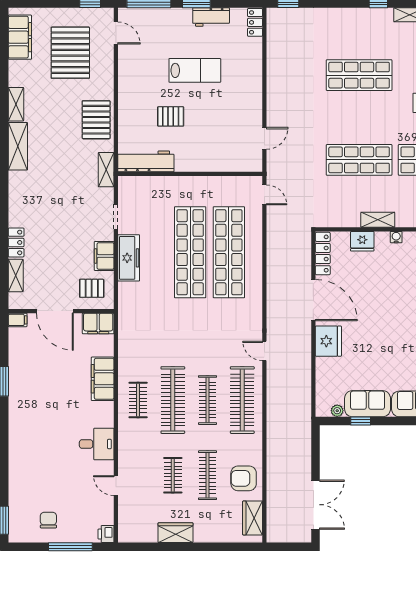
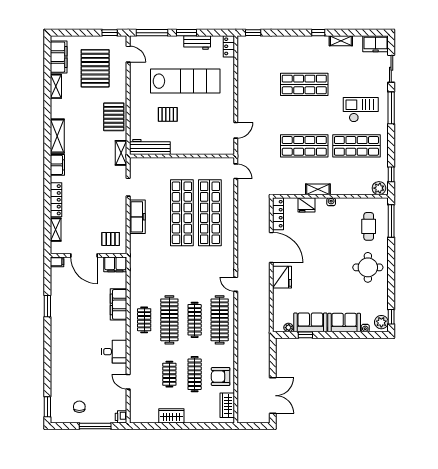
lab bench: (195, 70) -> (185, 81), width x1.86, depth x1.39
shelving: (16, 104) -> (56, 86), moved
locker: (16, 242) -> (56, 200), width x1.53
filing cabinet: (104, 256) -> (57, 165), moved, turned 180

